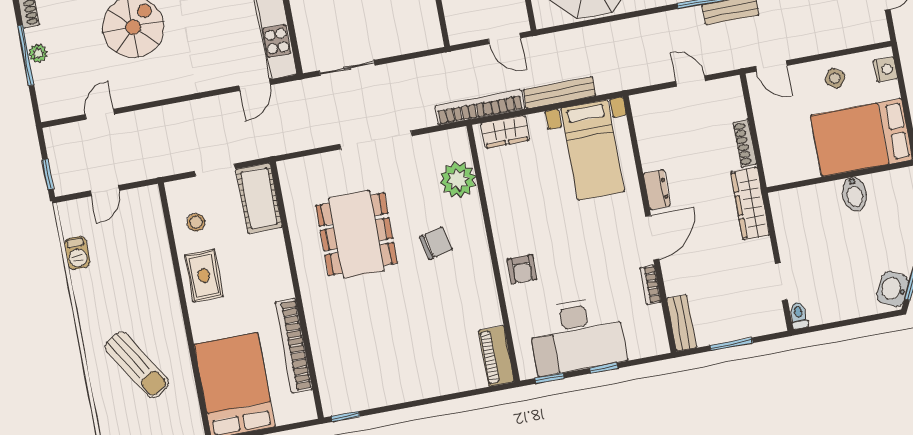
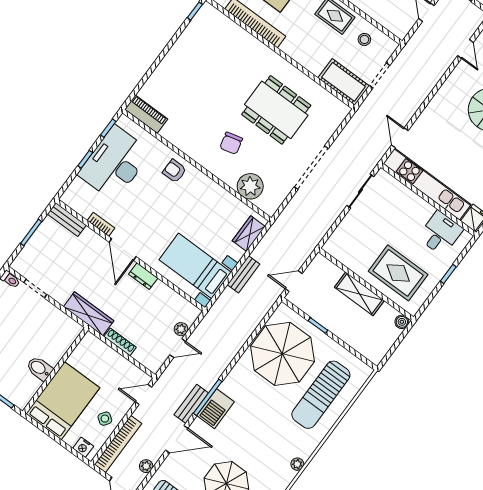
bench: (559, 93) -> (243, 274), width x0.73
plant: (669, 98) -> (181, 329), added
bookcase: (480, 107) -> (118, 444), moved

